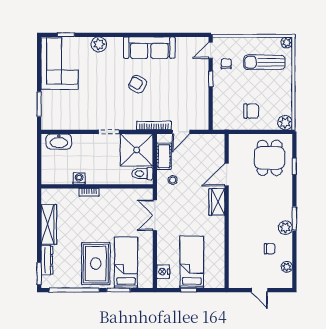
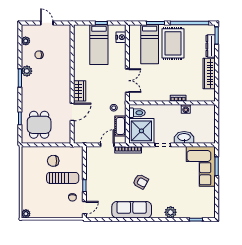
sun lounger: (264, 62) -> (63, 178), moved
corner sofa: (60, 64) -> (201, 166), moved
plant: (285, 123) -> (27, 152), removed
washbasin: (59, 141) -> (184, 137), moved

